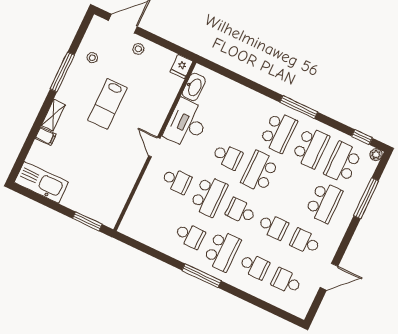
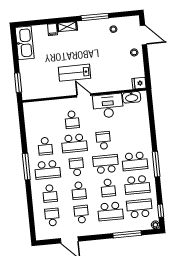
lab bench: (107, 104) -> (74, 73), moved
door: (154, 147) -> (84, 95), hinge flipped
school desk: (227, 156) -> (103, 140), turned 180
school desk: (292, 187) -> (108, 188), added

